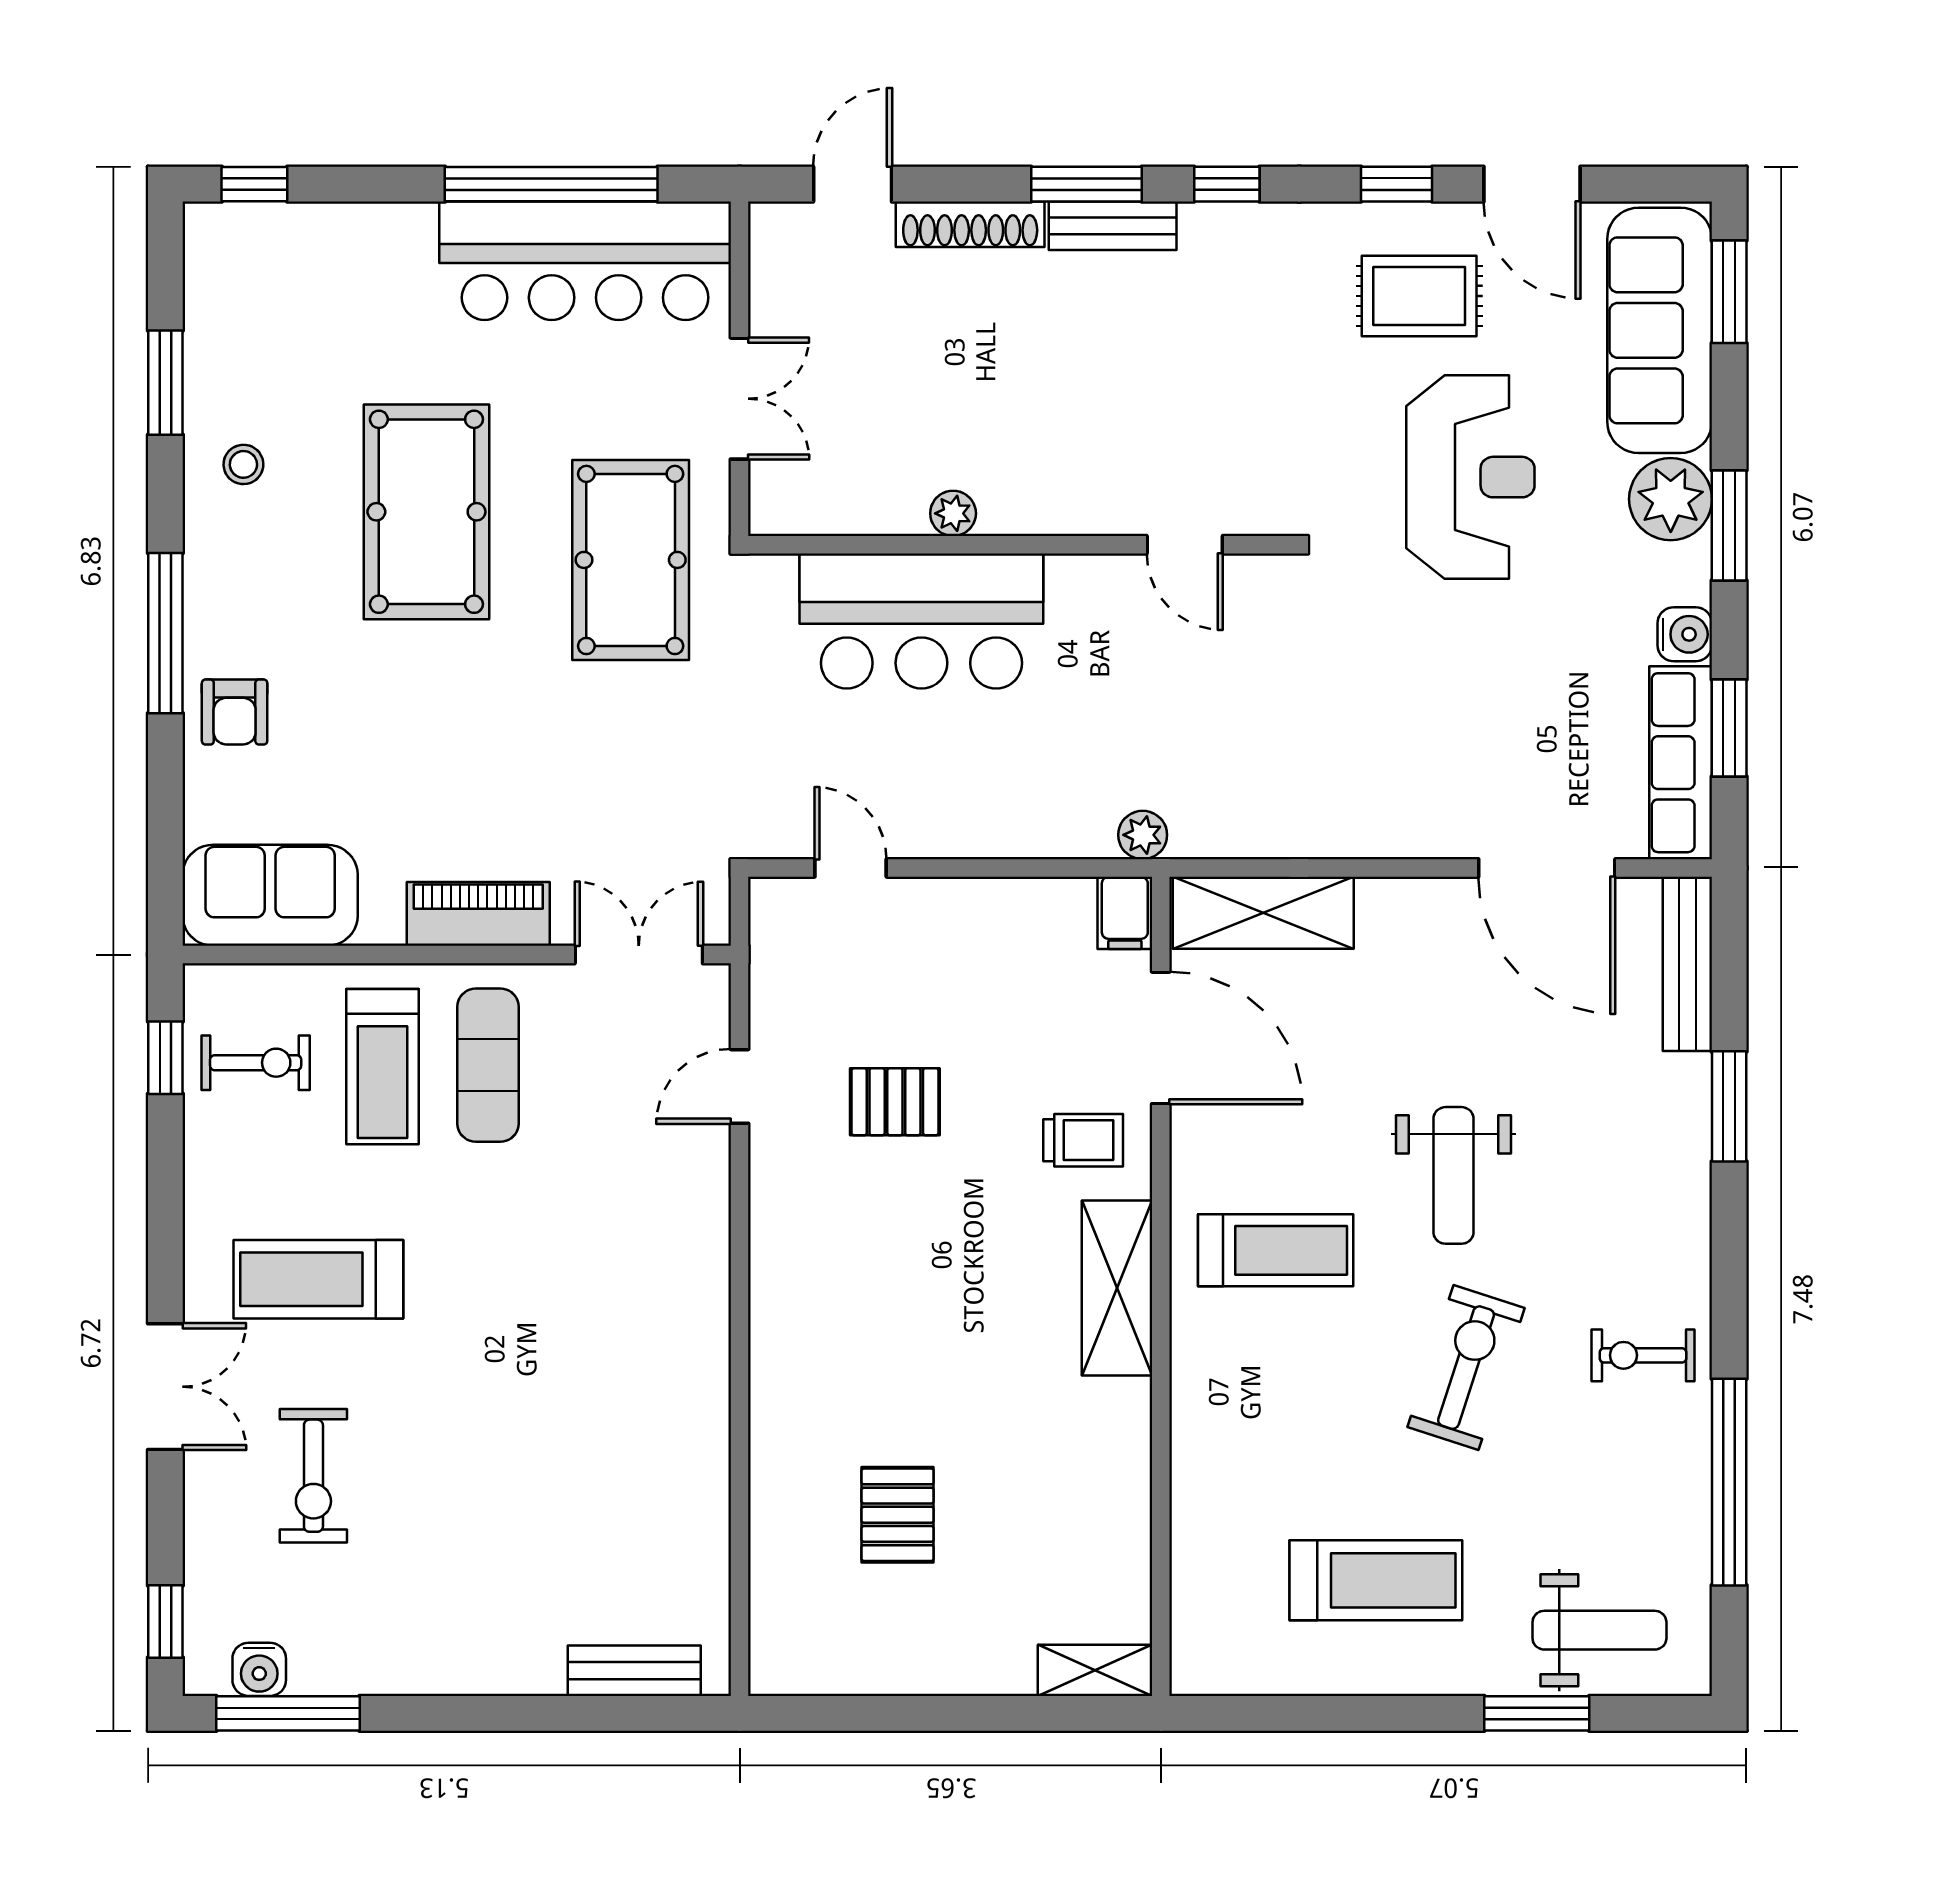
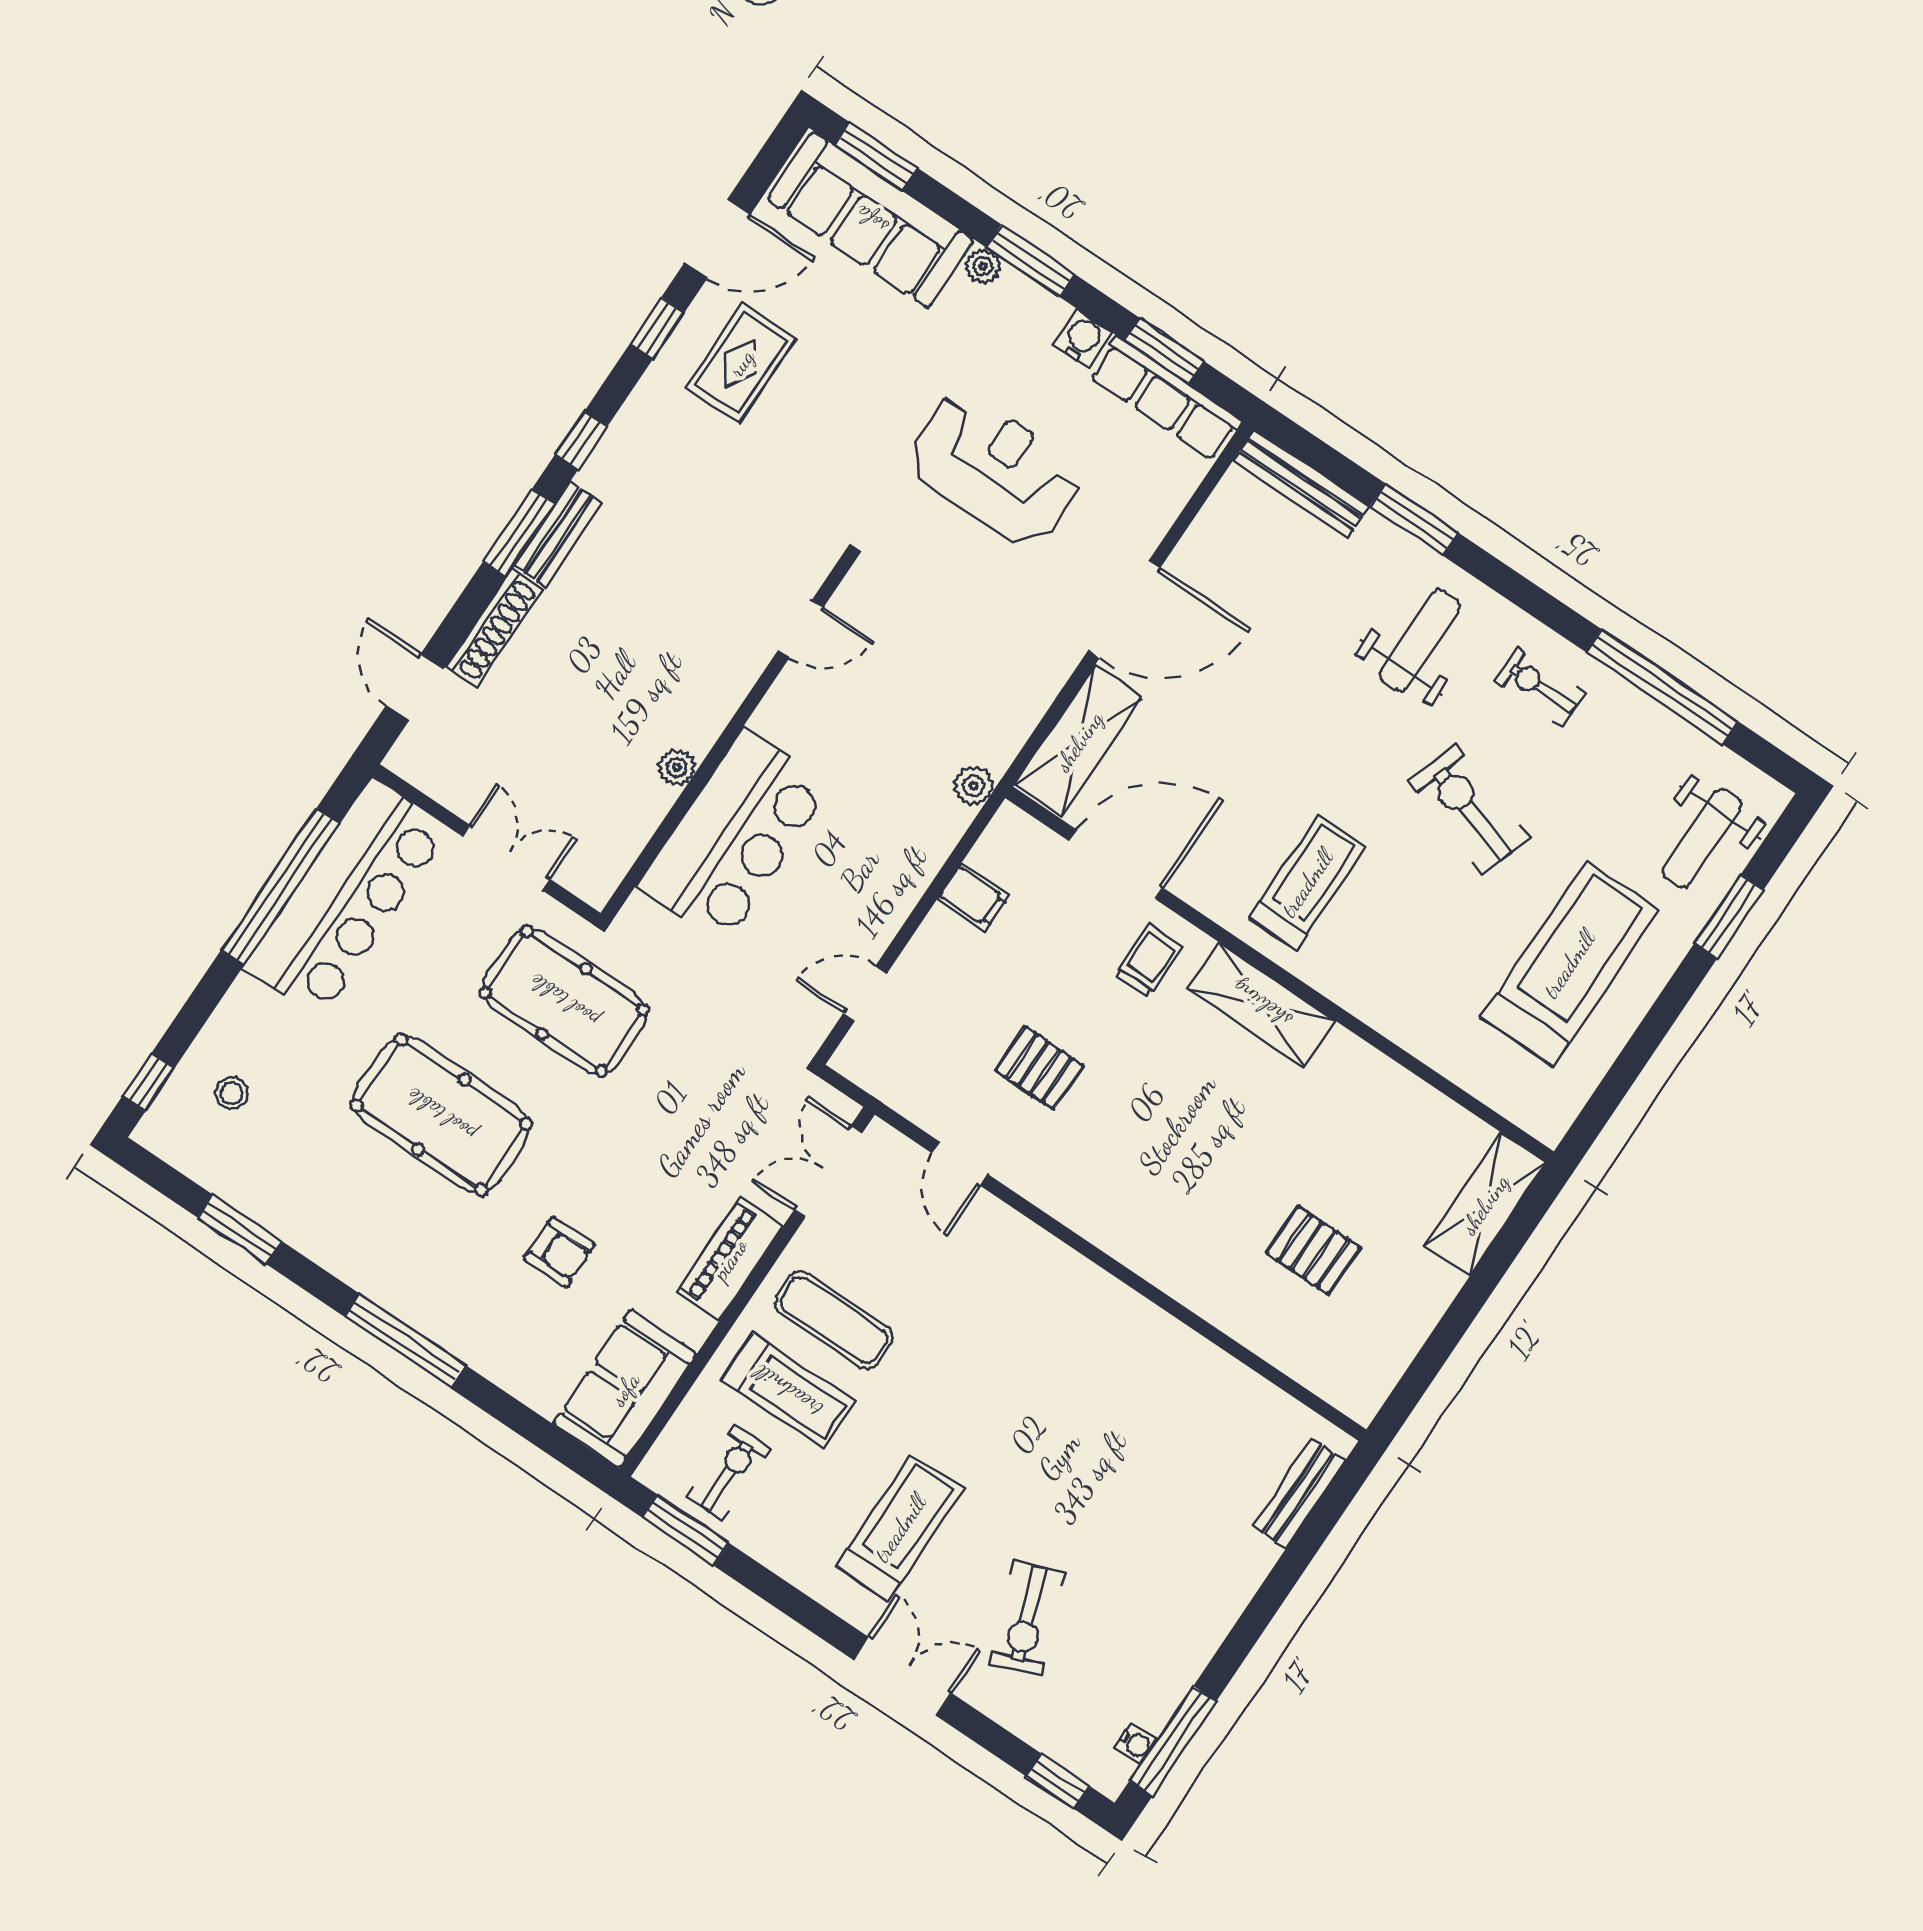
stool: (243, 464) -> (231, 1093), moved
reception desk: (1470, 477) -> (995, 469), moved
plant: (1671, 499) -> (983, 266), width x0.53, depth x0.53
armchair: (235, 712) -> (559, 1252), moved
door: (1547, 868) -> (1124, 610), moved
filing cabinet: (1125, 913) -> (973, 897), moved
window: (165, 1058) -> (685, 1530), width x1.50
pallet: (895, 1102) -> (1039, 1068), turned 90
weight bench: (1454, 1175) -> (1420, 641), moved, turned -90
treadmill: (318, 1279) -> (900, 1528), turned 180
exercise bike: (1643, 1355) -> (1540, 687), turned 90
exercise bike: (313, 1476) -> (1027, 1618), turned 69
treadmill: (1376, 1580) -> (1569, 964), width x1.37, depth x1.38
weight bench: (1599, 1630) -> (1702, 838), turned 180
water cooler: (259, 1669) -> (1136, 1744), width x0.72, depth x0.72
shelving: (1095, 1670) -> (1485, 1204), width x1.50, depth x1.33

